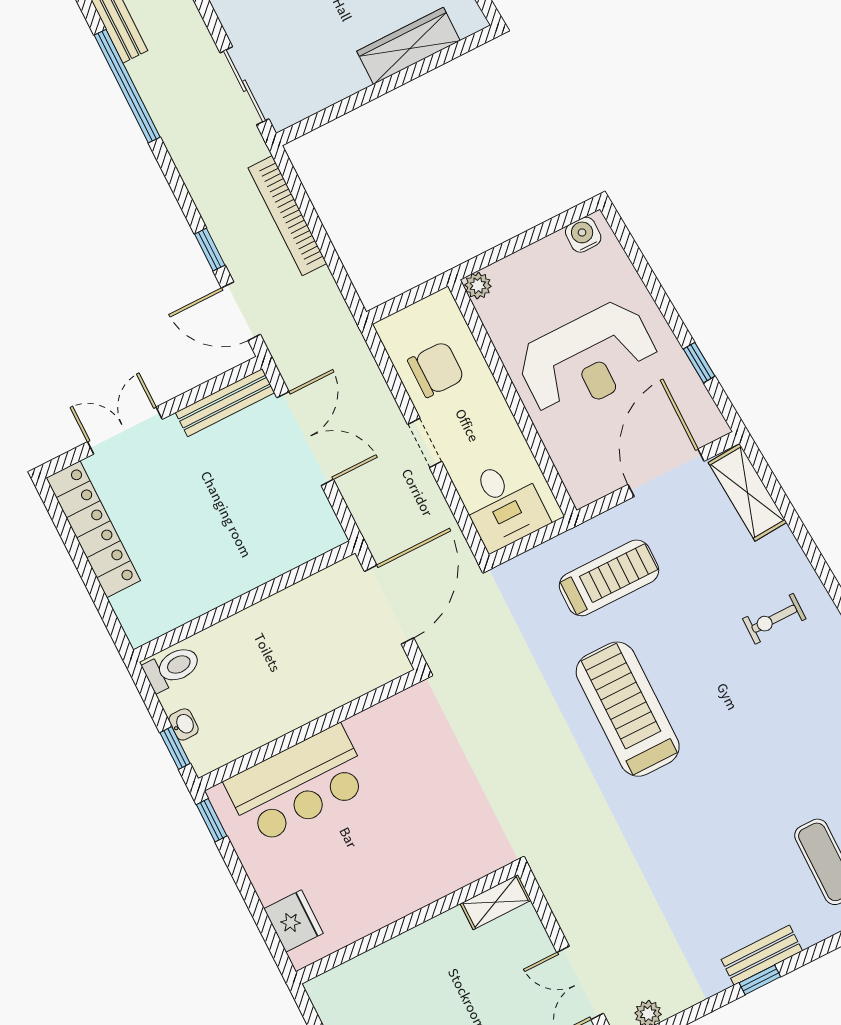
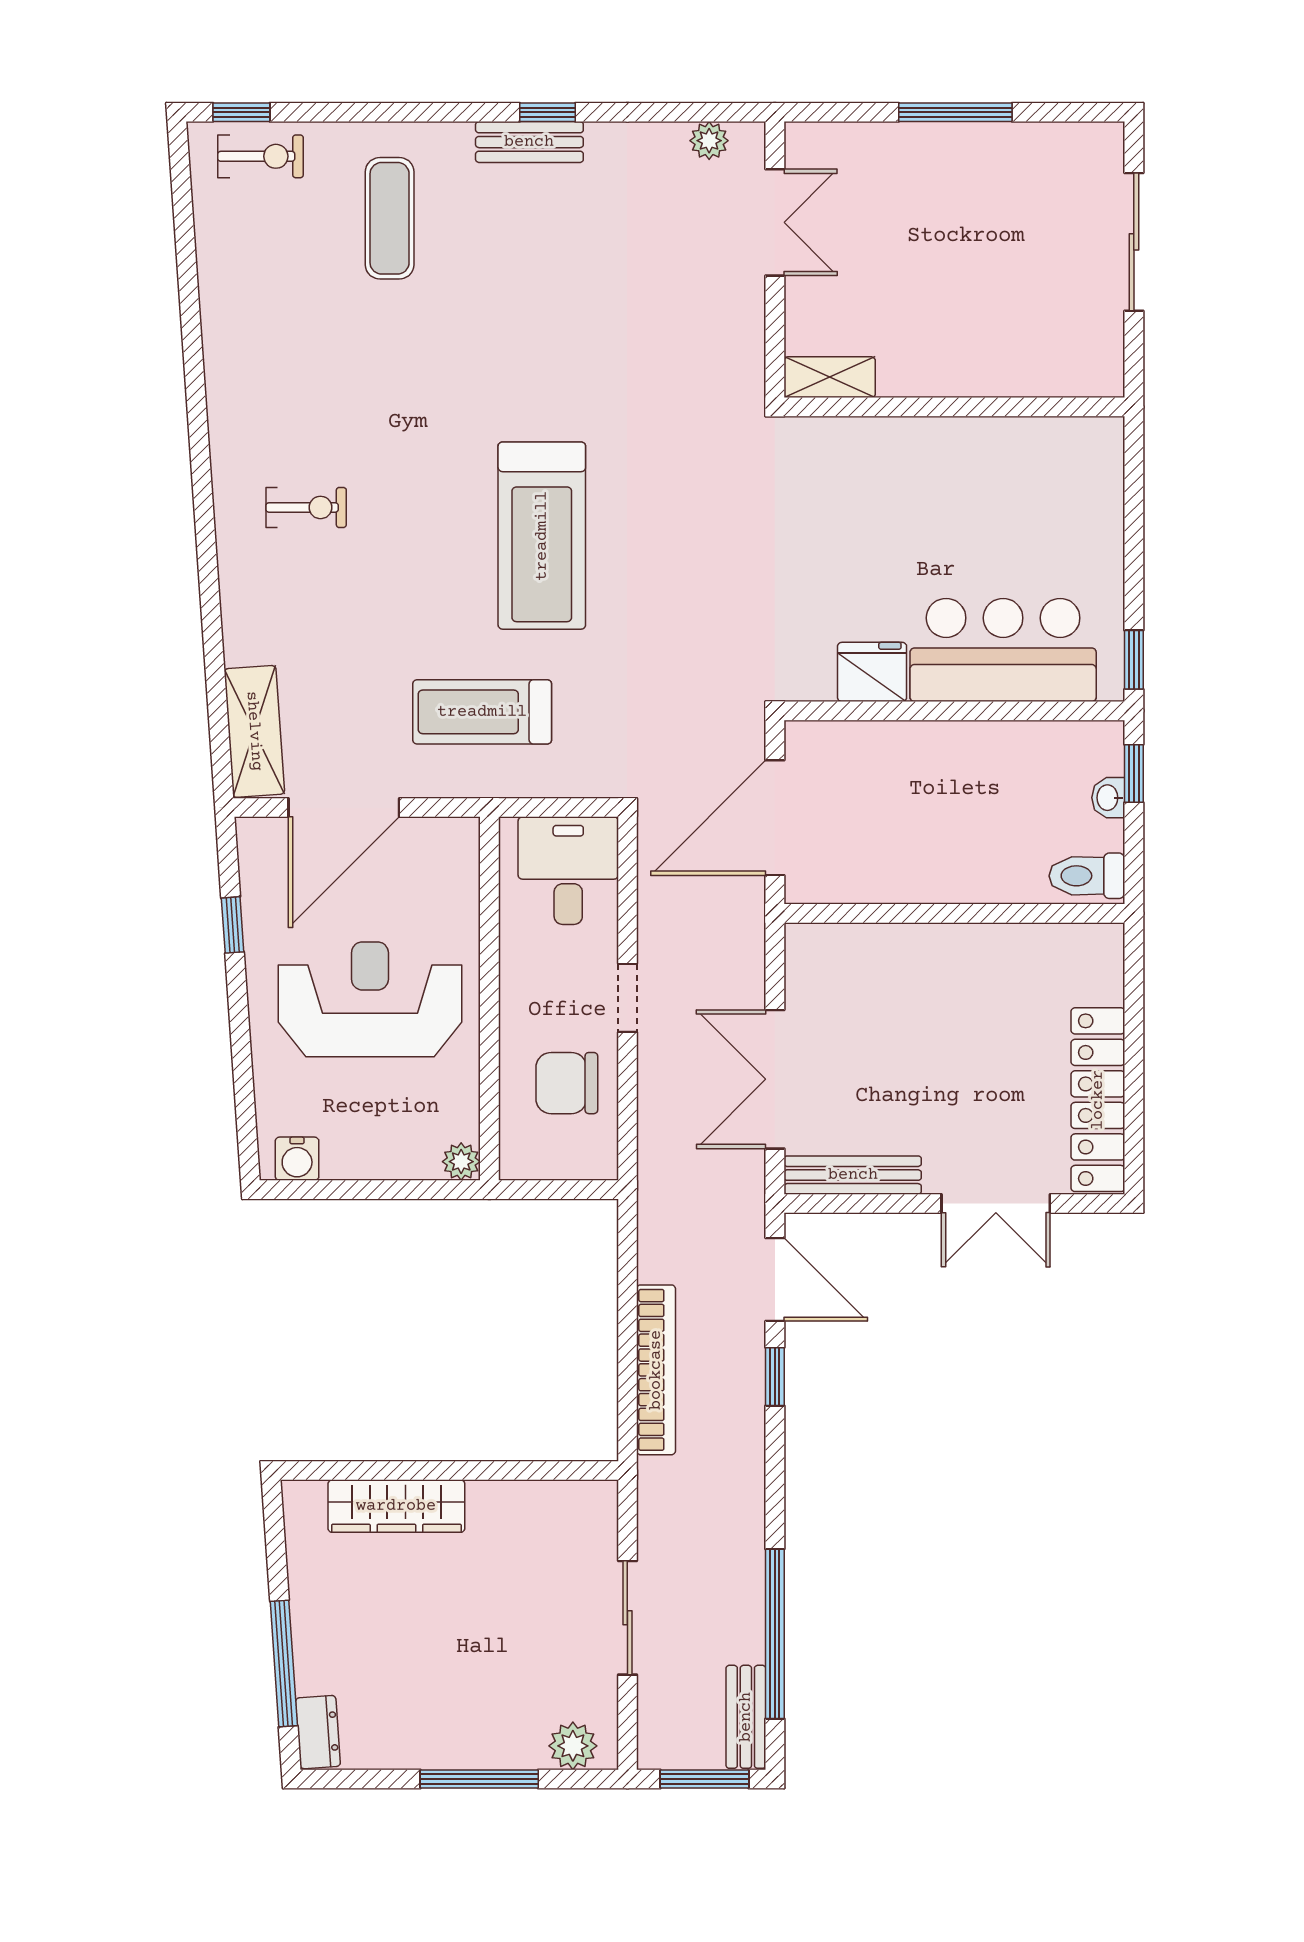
sliding door: (244, 86) -> (627, 1618), moved
exercise bike: (774, 619) -> (306, 507), moved
fridge: (294, 921) -> (872, 672), moved, turned 90

